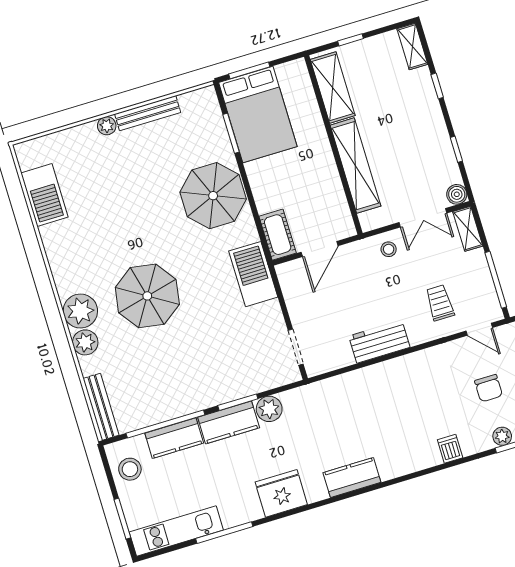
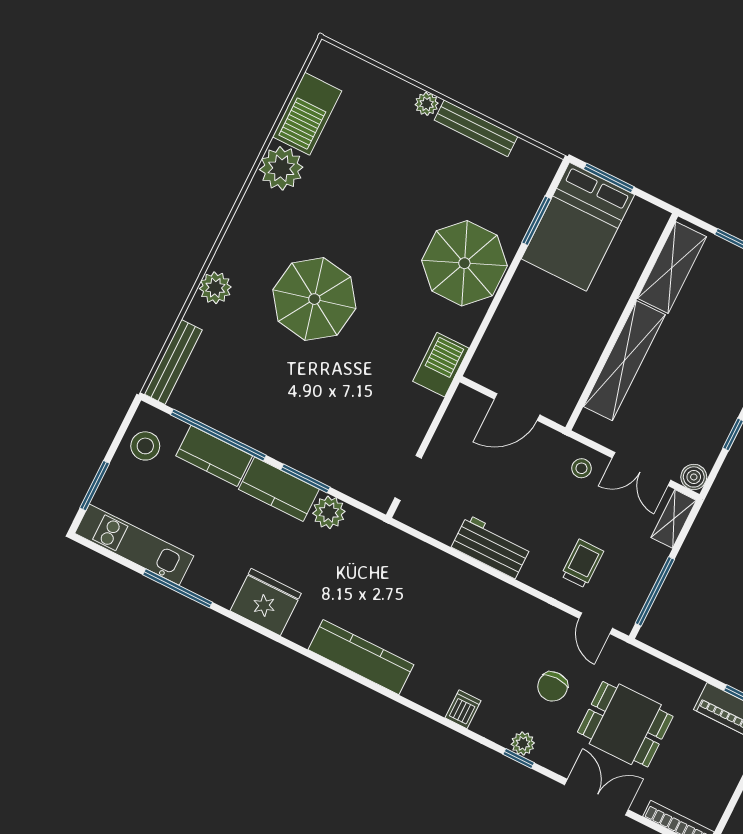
cot: (278, 235) -> (491, 357), removed
barbecue: (253, 274) -> (441, 365), width x0.73, depth x0.83
plant: (80, 311) -> (281, 168), moved
kitchen counter: (352, 478) -> (361, 657), width x1.50

